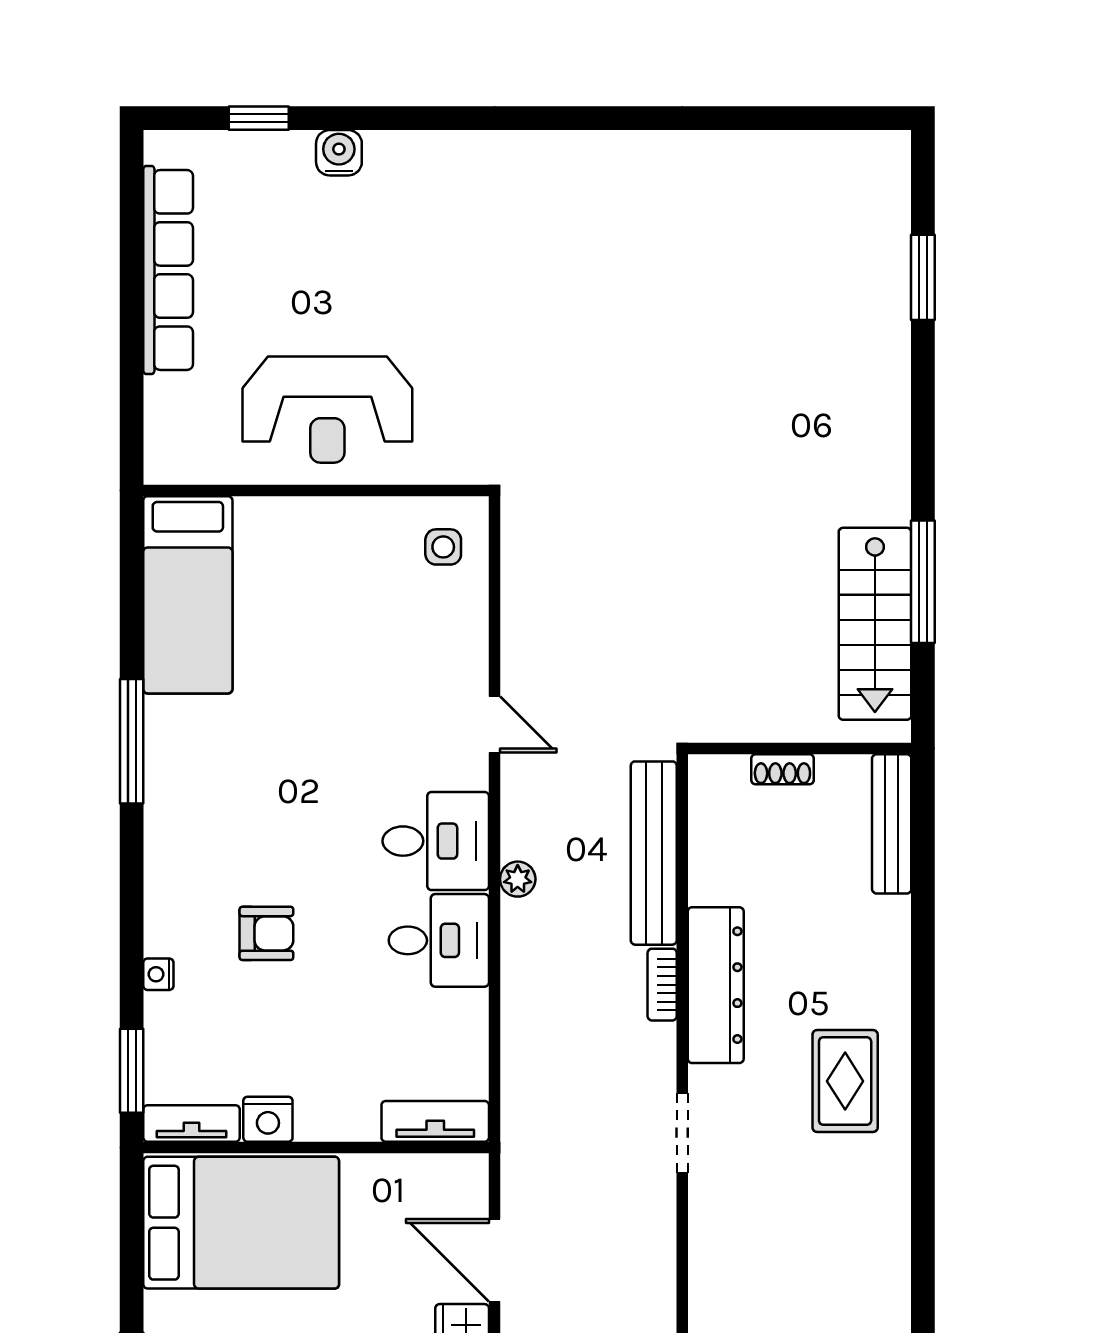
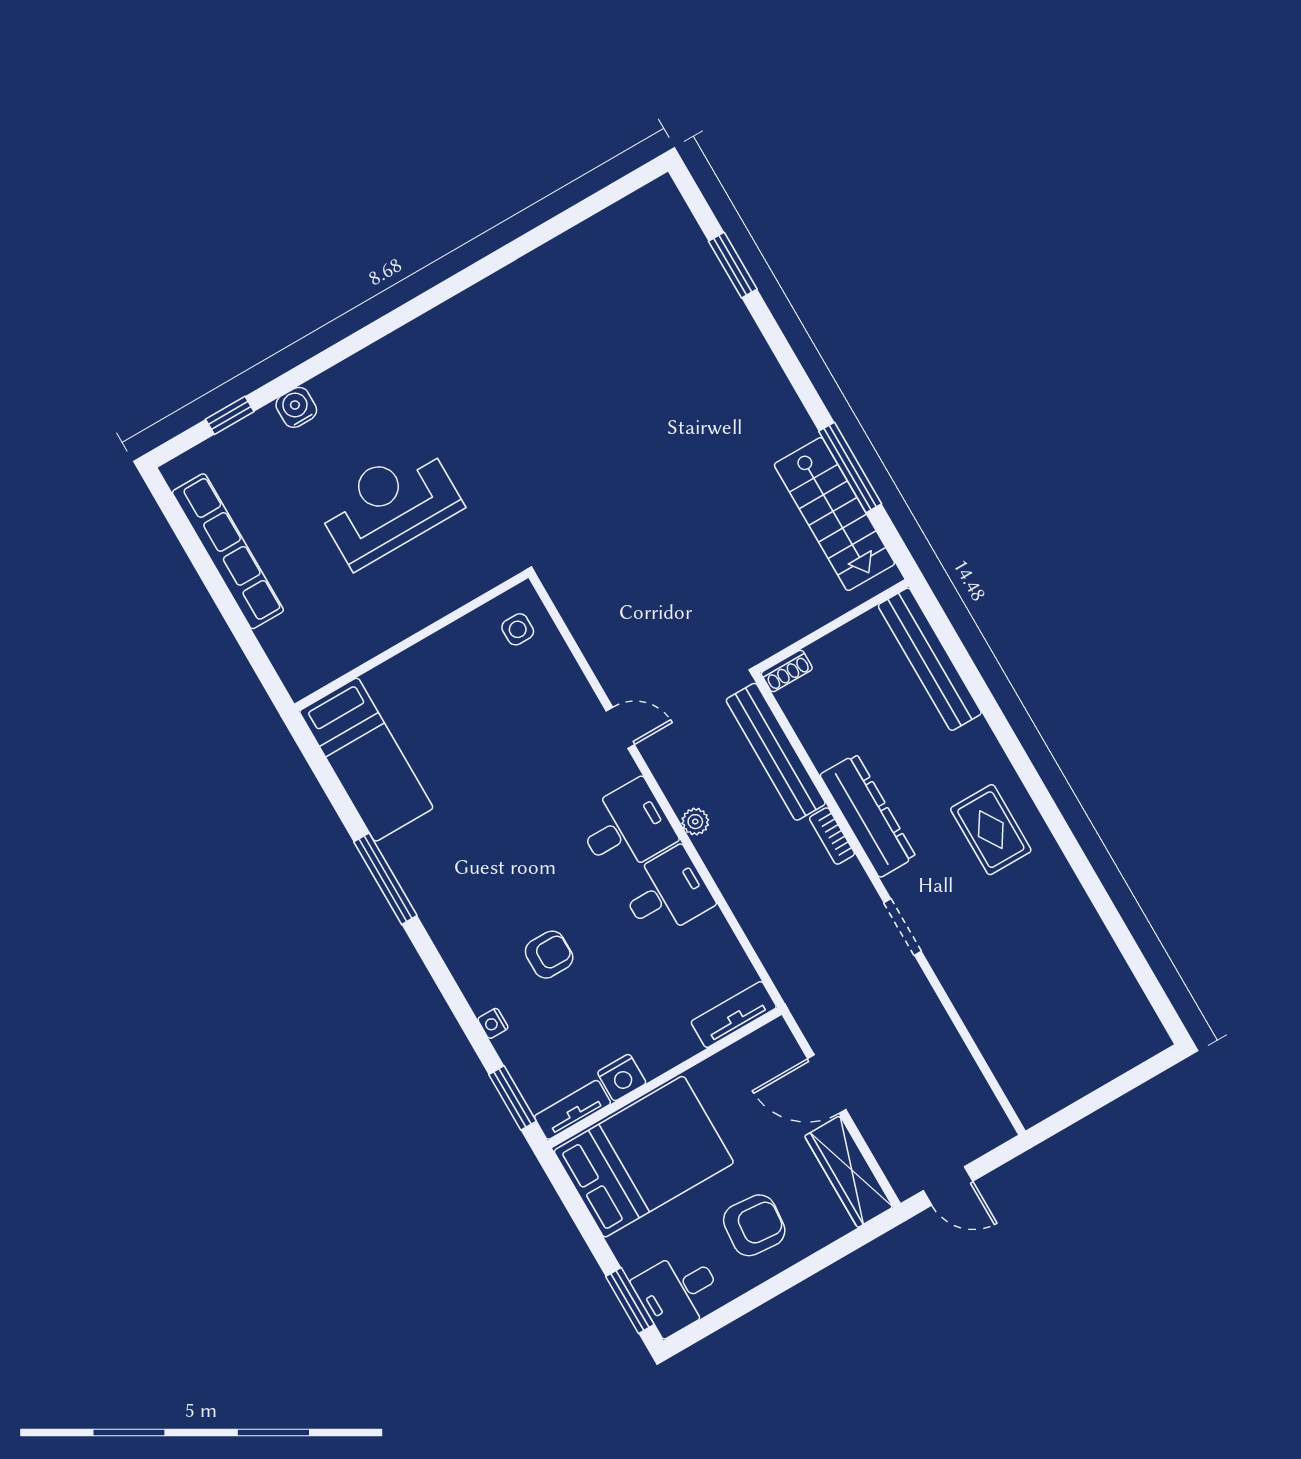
reception desk: (327, 410) -> (389, 505), moved, turned 180
shoe rack: (782, 769) -> (787, 671), moved
bench: (892, 824) -> (930, 659), width x1.37, depth x1.21

